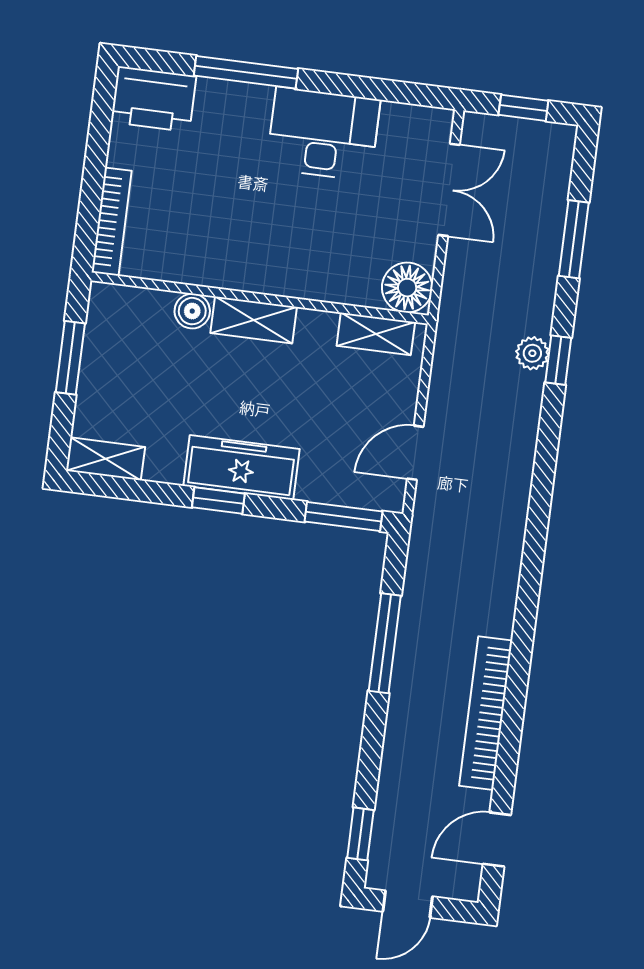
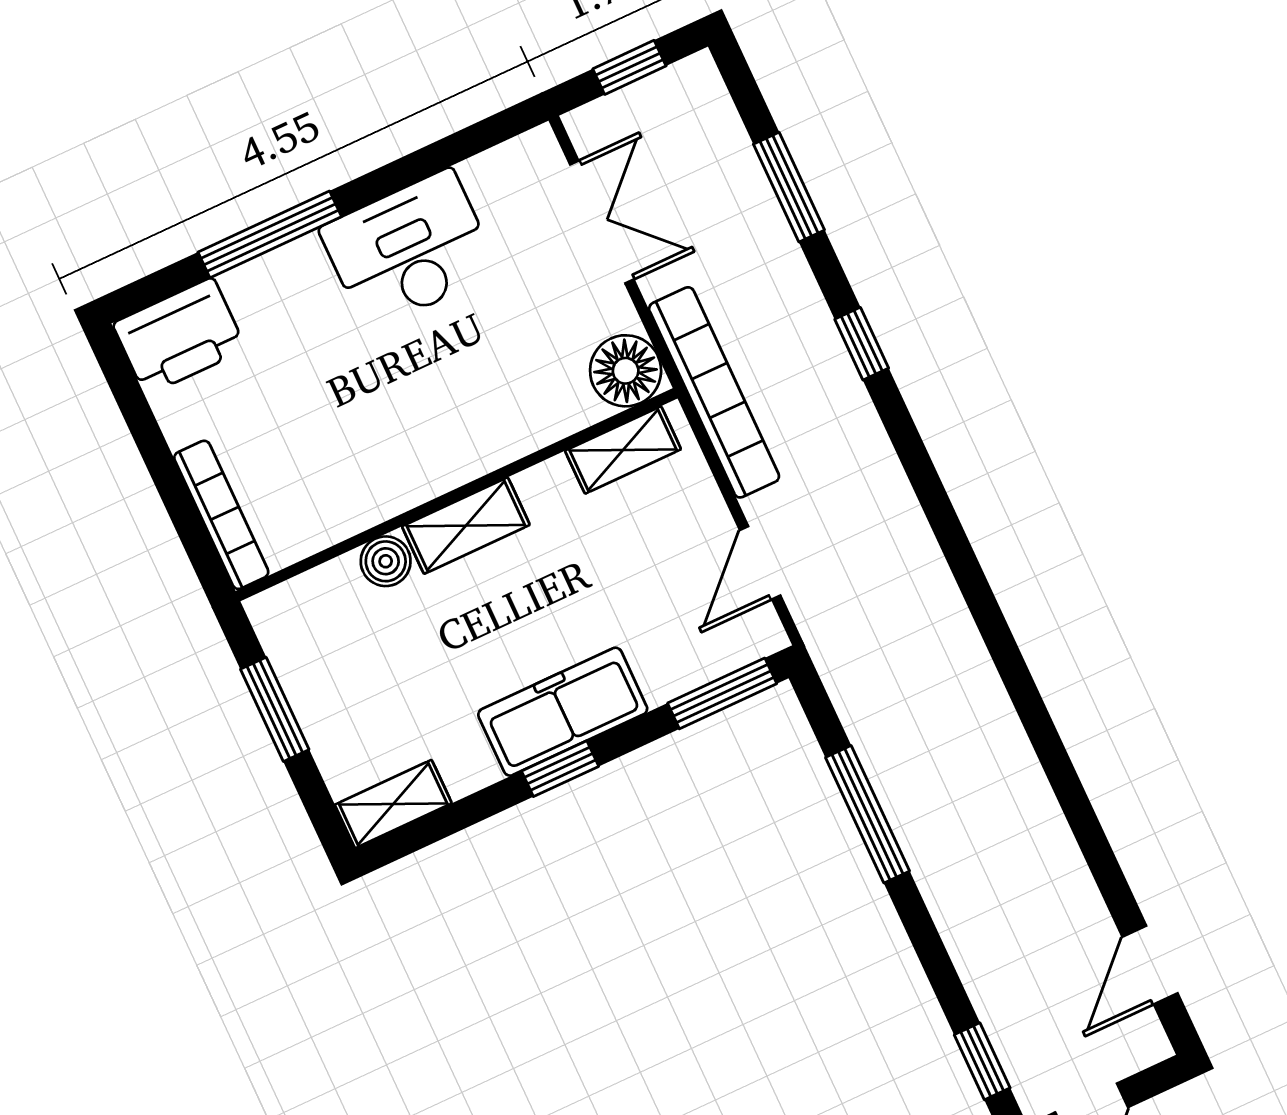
plant: (532, 353) -> (825, 355), removed
bookcase: (486, 713) -> (714, 392), moved, turned 180

